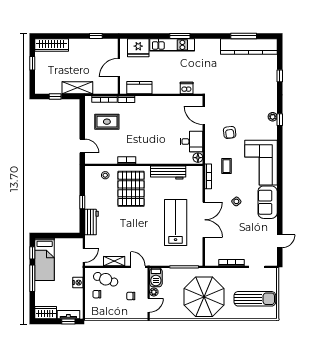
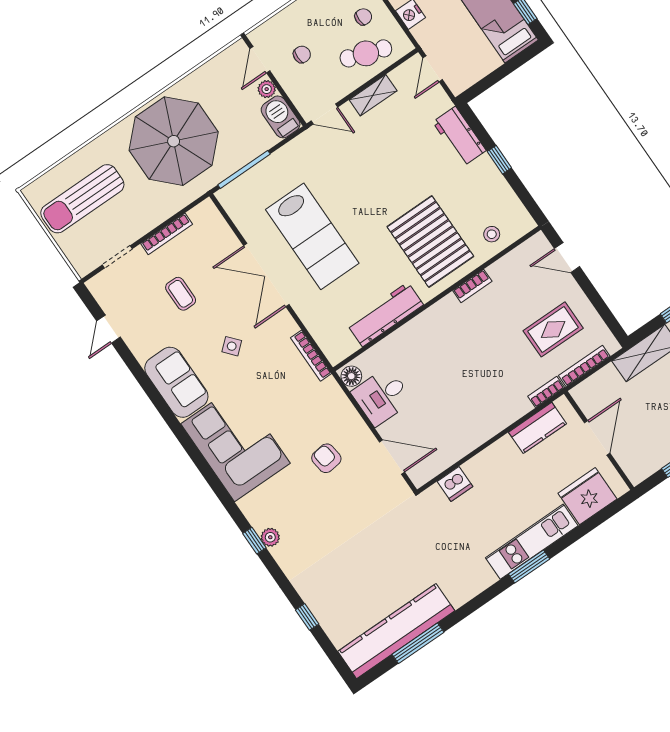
coffee table: (227, 166) -> (181, 294), moved

